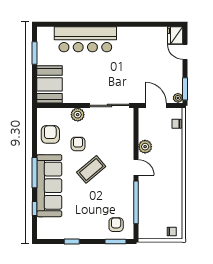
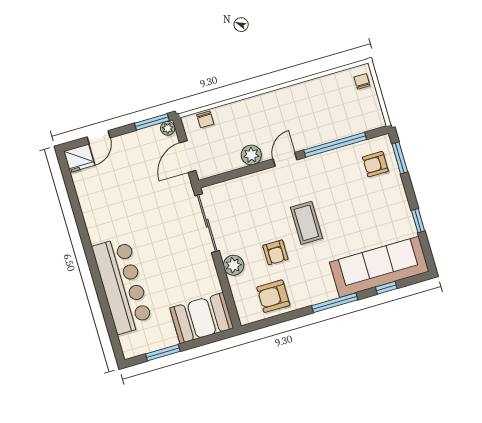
armchair: (78, 144) -> (275, 252), turned -90
coffee table: (91, 169) -> (306, 223), turned 40
sofa: (49, 186) -> (379, 267), moved

